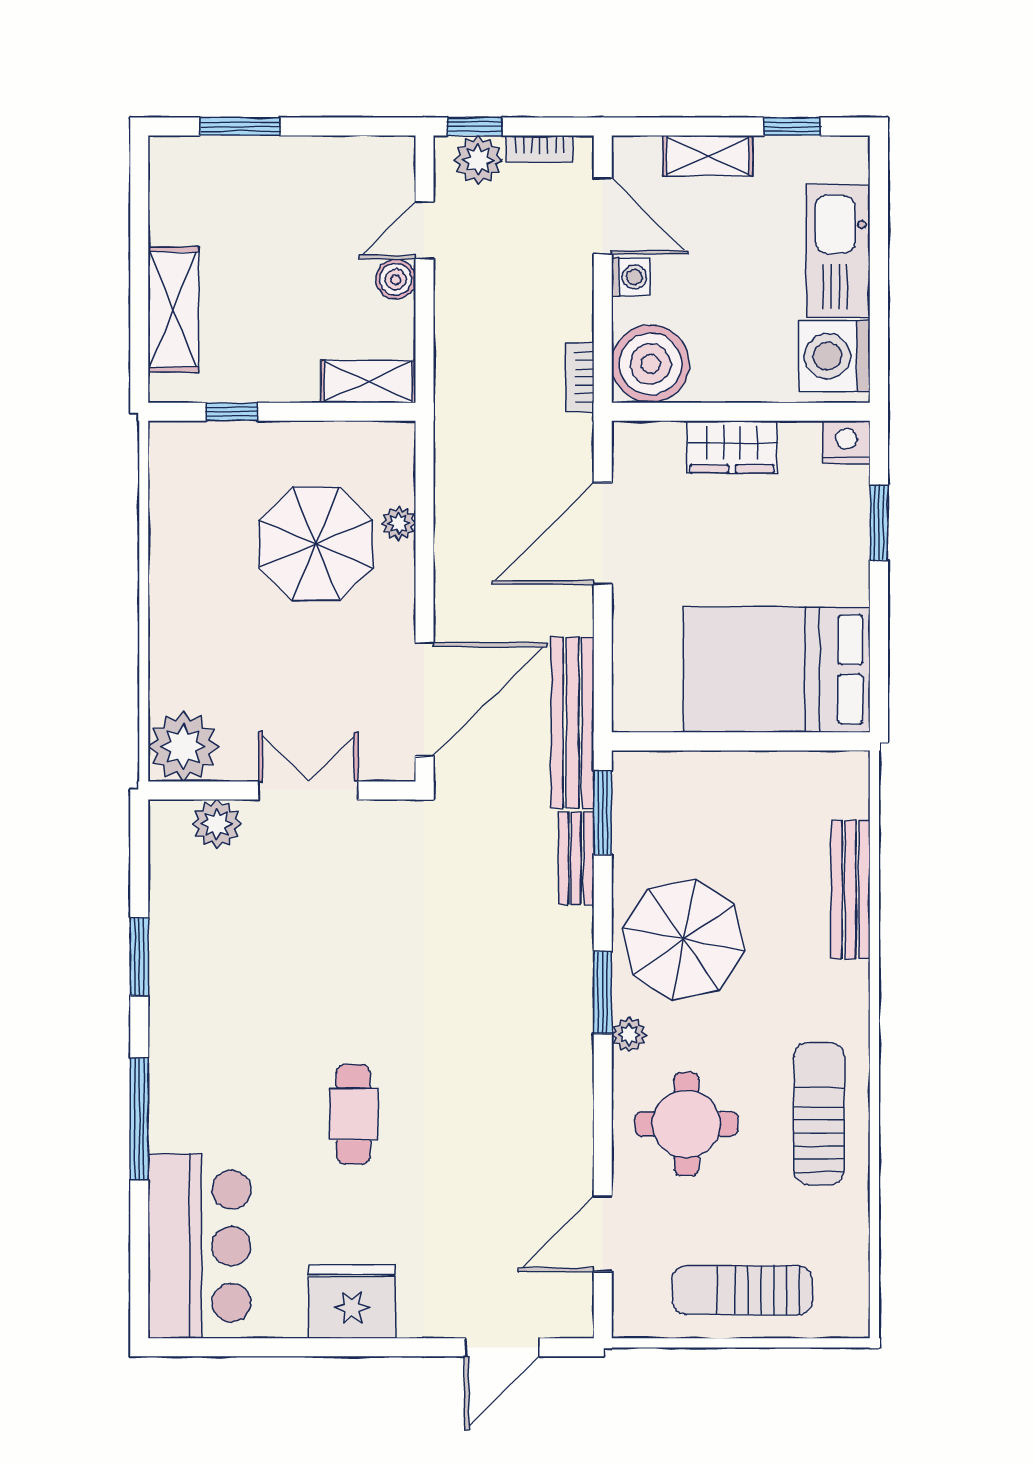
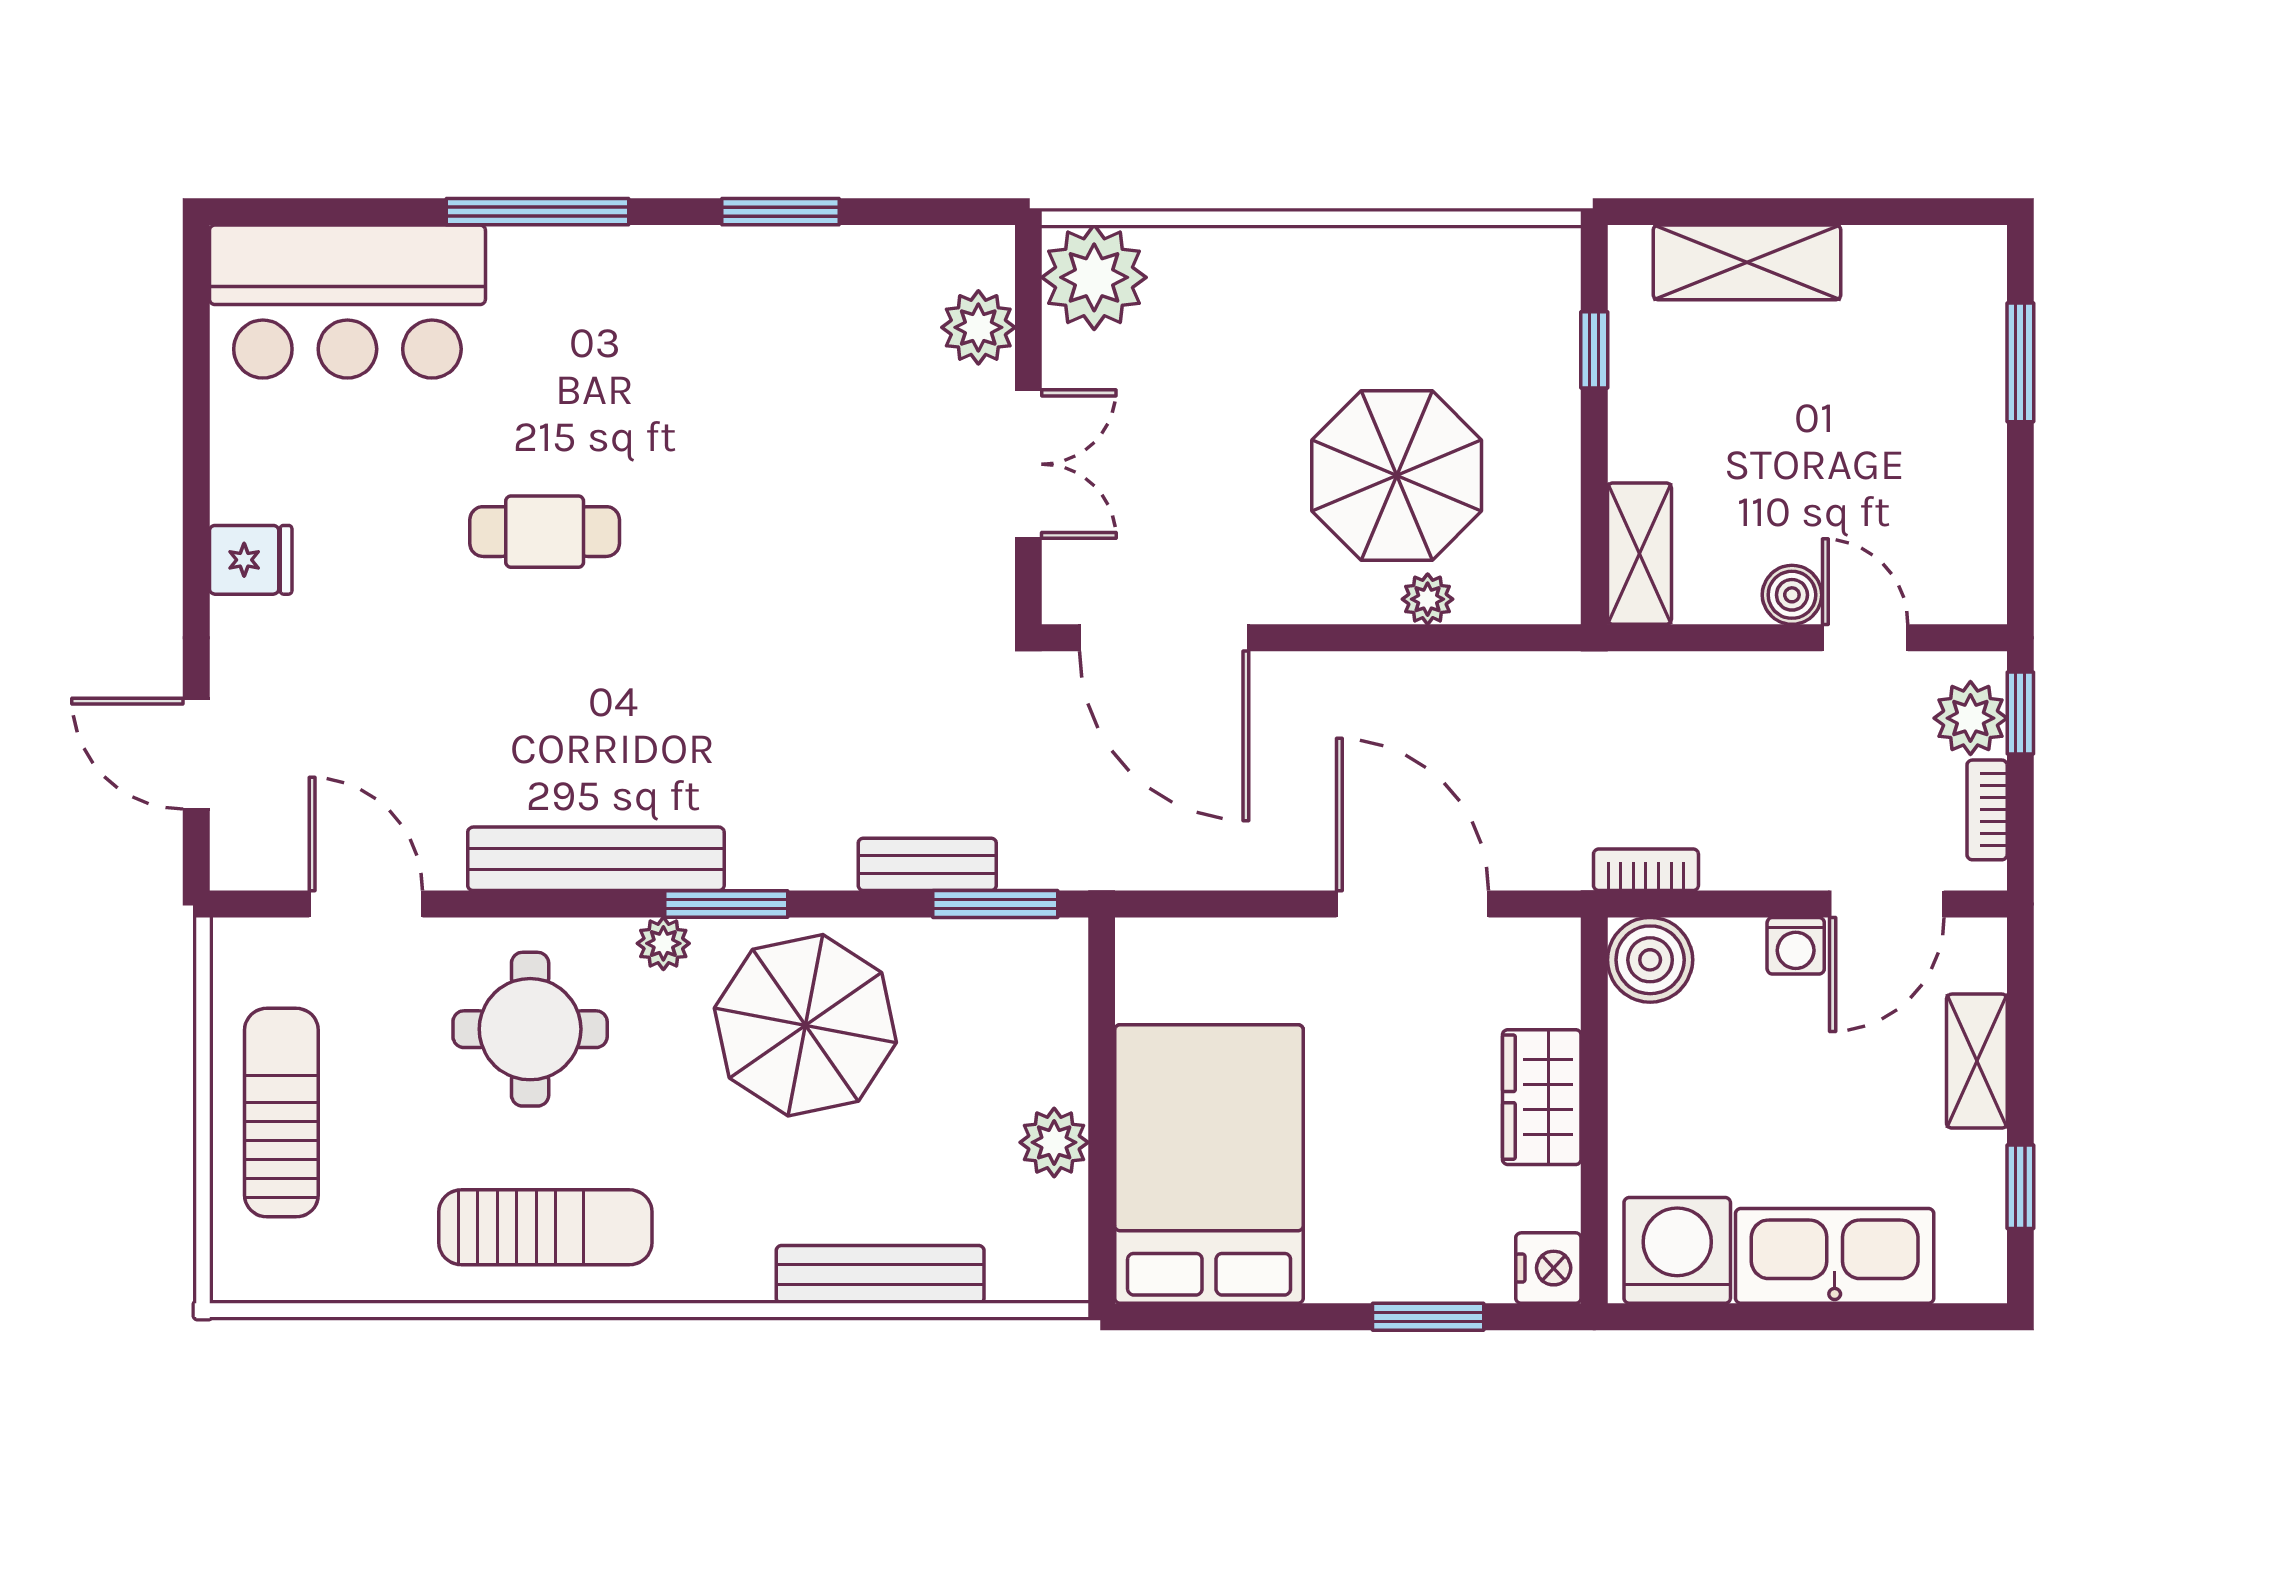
boiler: (650, 364) -> (1650, 960), width x0.73, depth x0.73
bench: (572, 723) -> (596, 859), moved
plant: (762, 773) -> (1054, 1142), added
fridge: (352, 1302) -> (251, 560), width x0.53, depth x0.75

